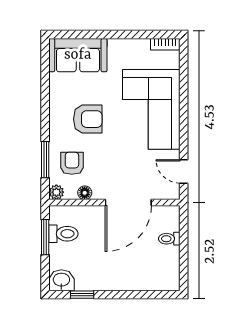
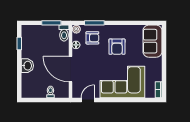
toilet: (63, 234) -> (64, 33), moved
washbasin: (61, 280) -> (27, 66), moved

